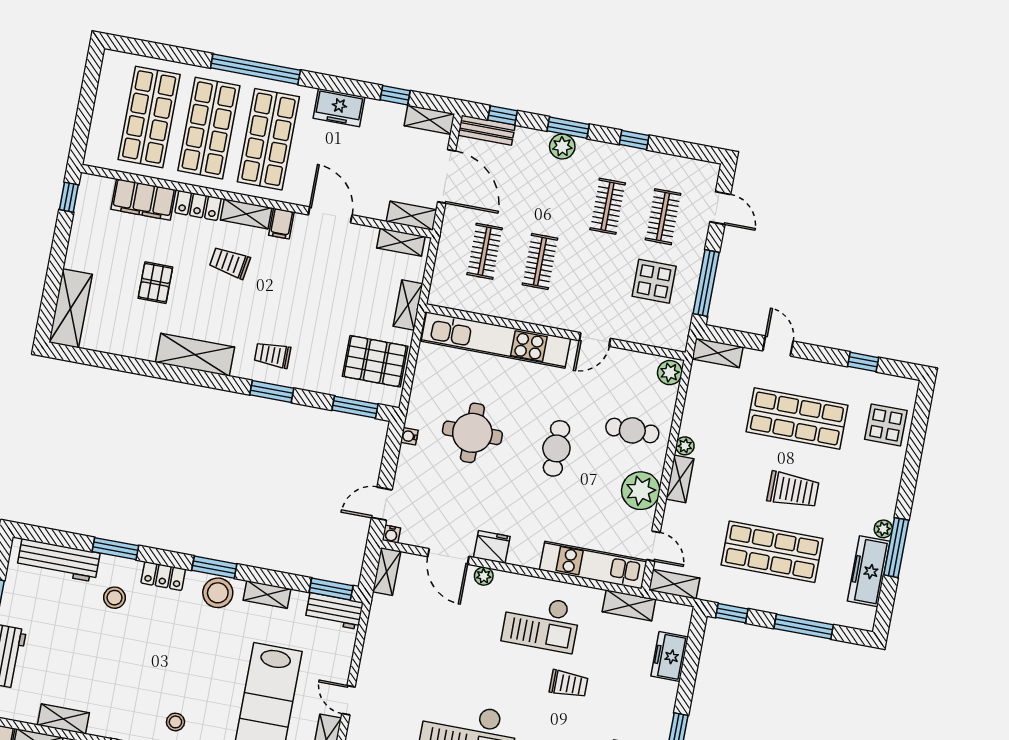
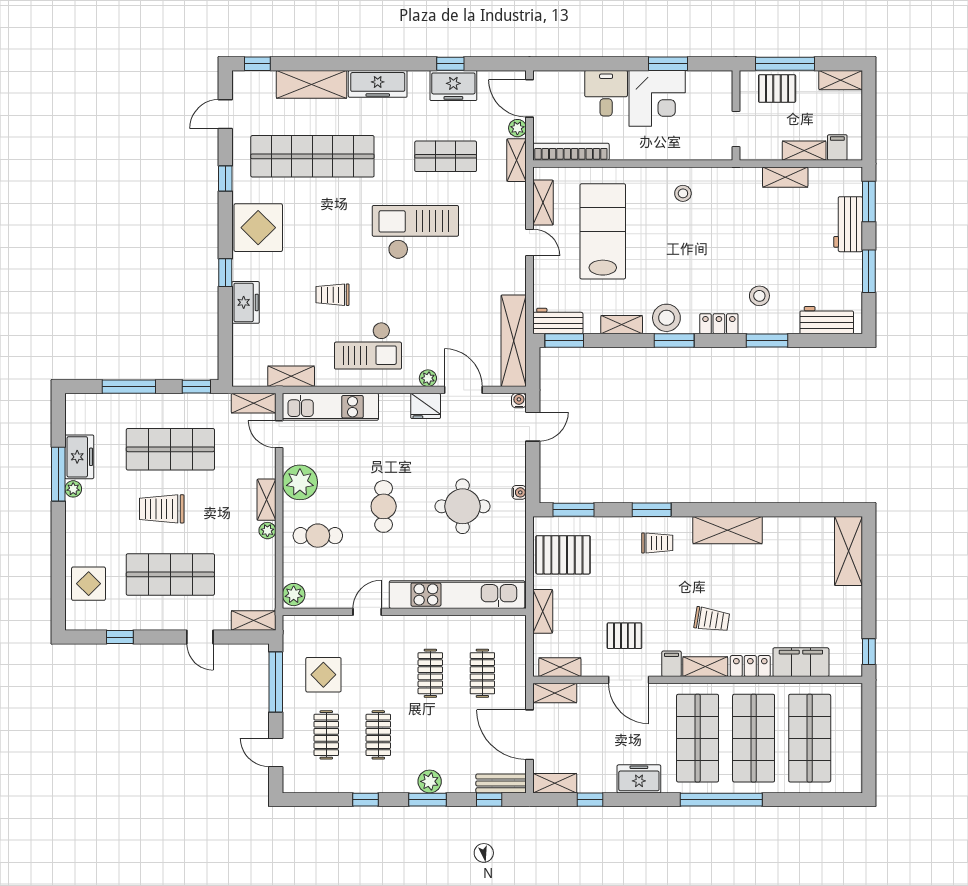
pallet: (155, 283) -> (624, 636), moved, turned 90
workbench: (58, 560) -> (827, 320), width x0.73
freezer: (869, 571) -> (79, 457), width x0.71
shelving: (387, 572) -> (514, 341), width x2.20, depth x1.33
checkout: (541, 623) -> (368, 346), turned 180
freezer: (670, 657) -> (246, 302), moved

